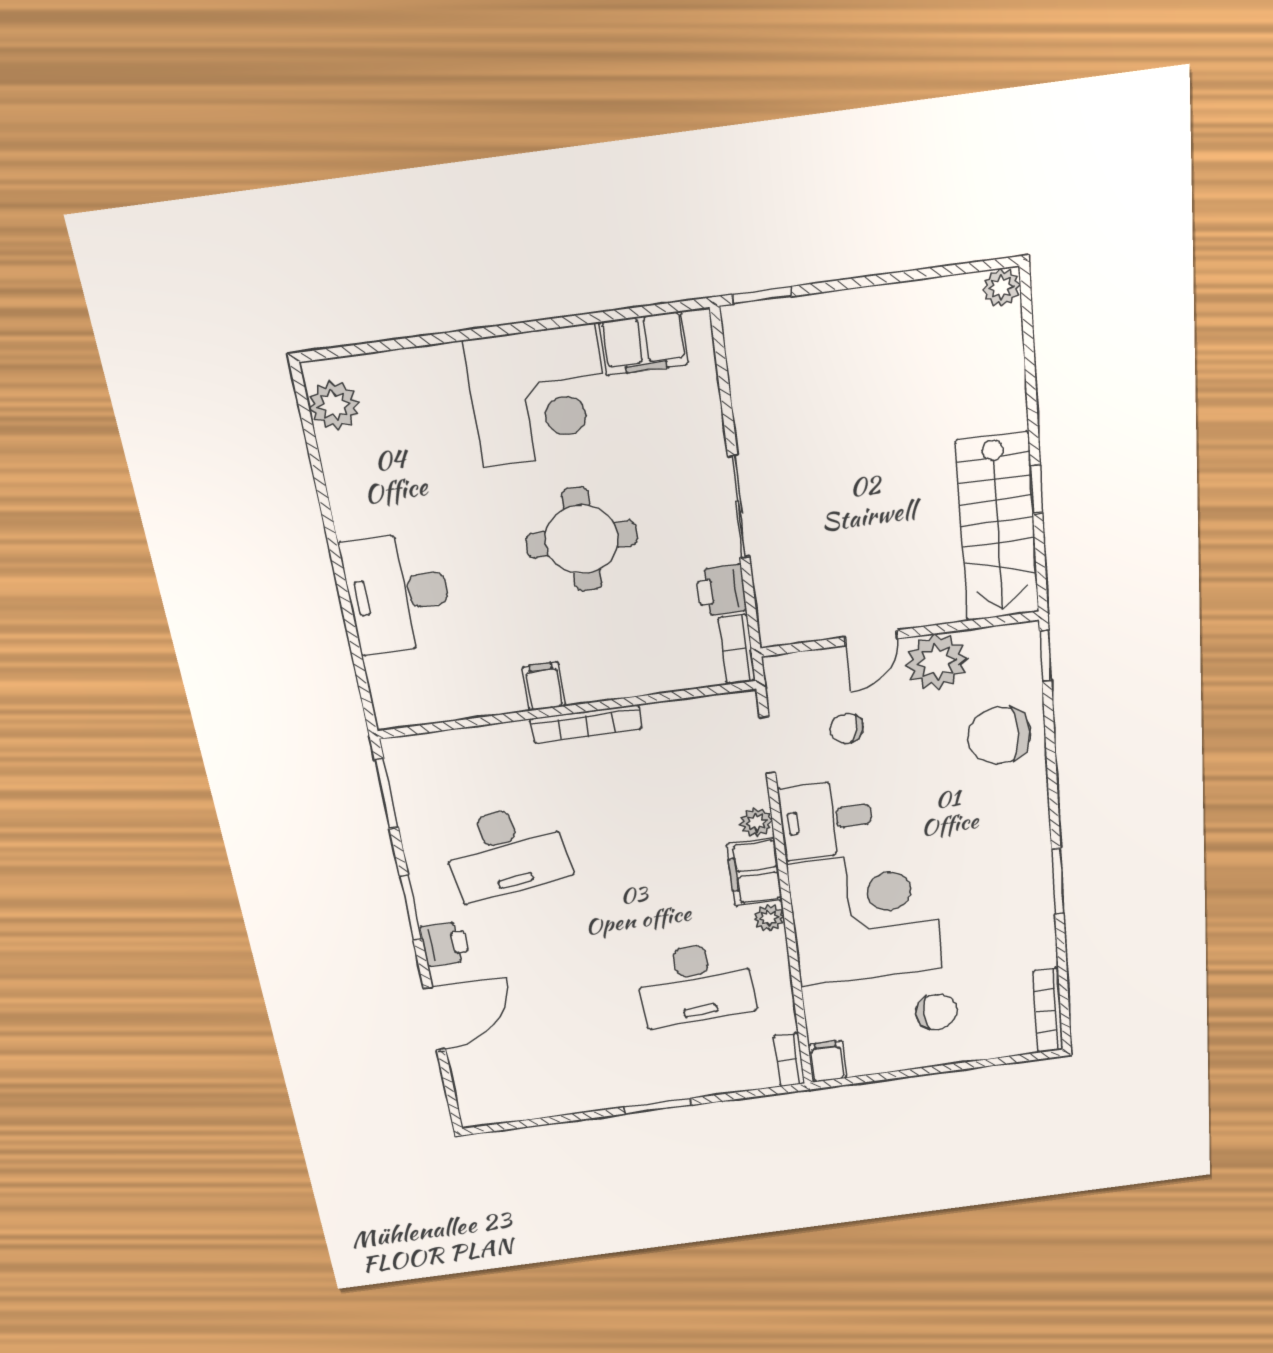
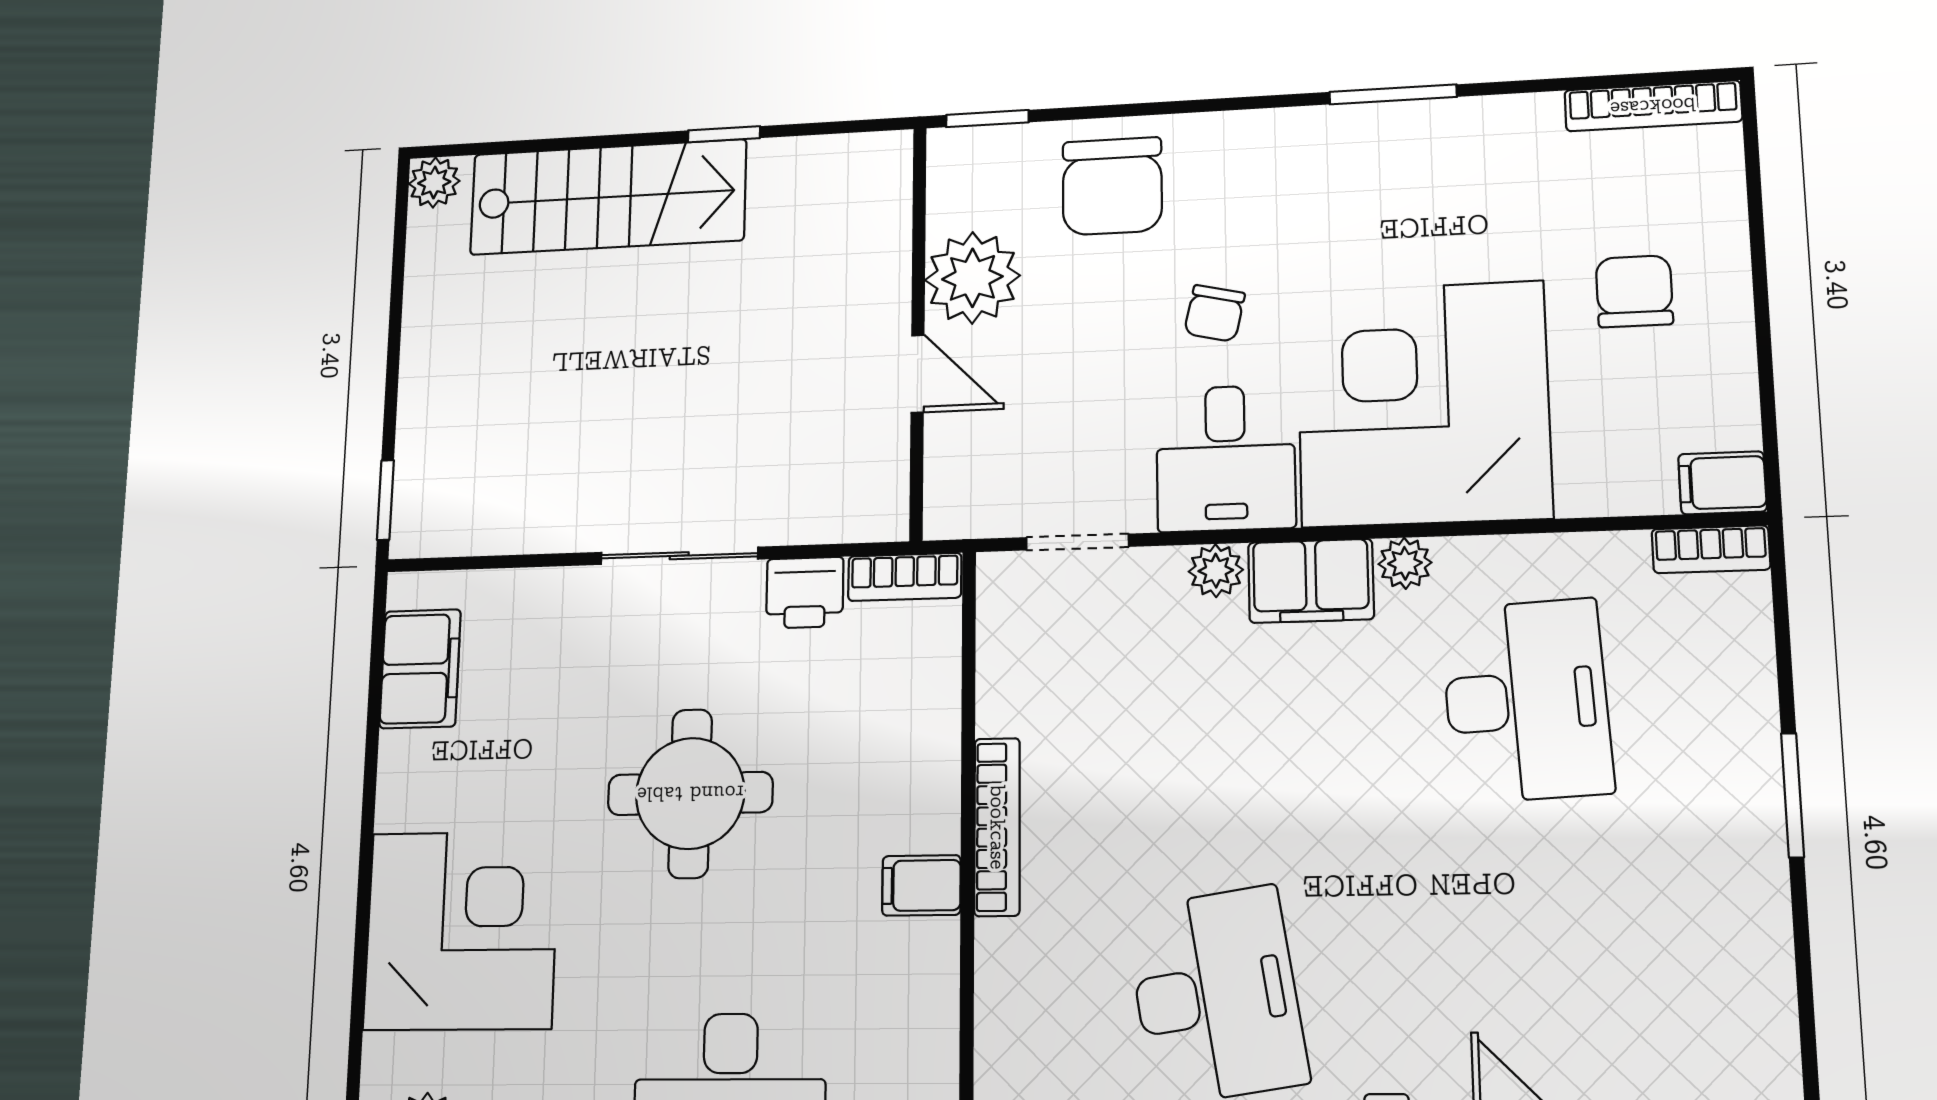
corner desk: (539, 396) -> (461, 930), moved
stairs: (998, 528) -> (608, 197), moved
chair: (847, 728) -> (1214, 313), moved

